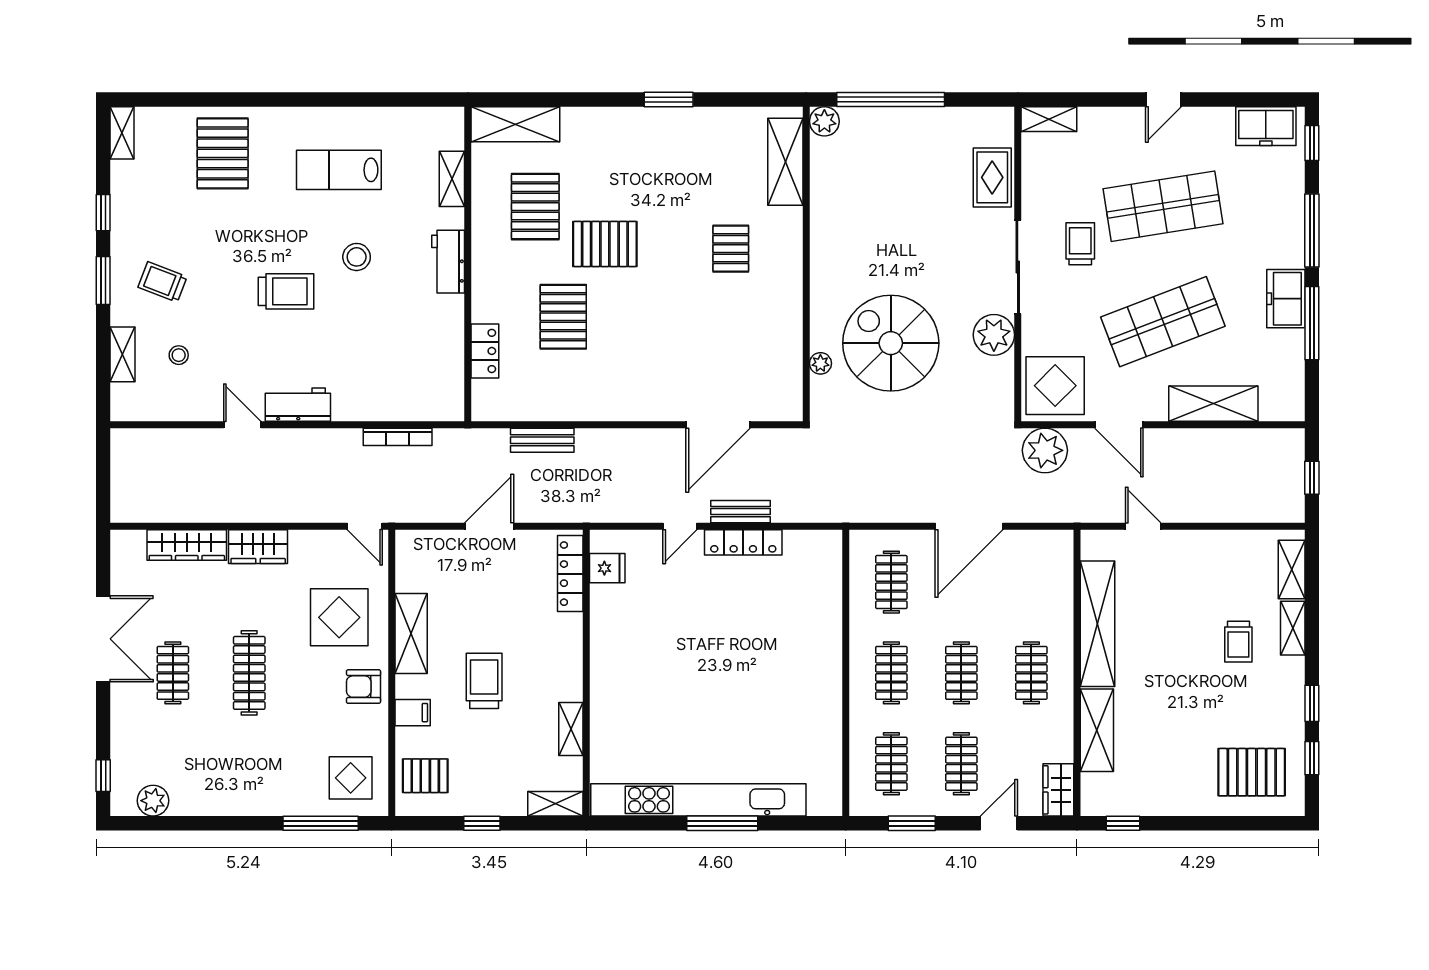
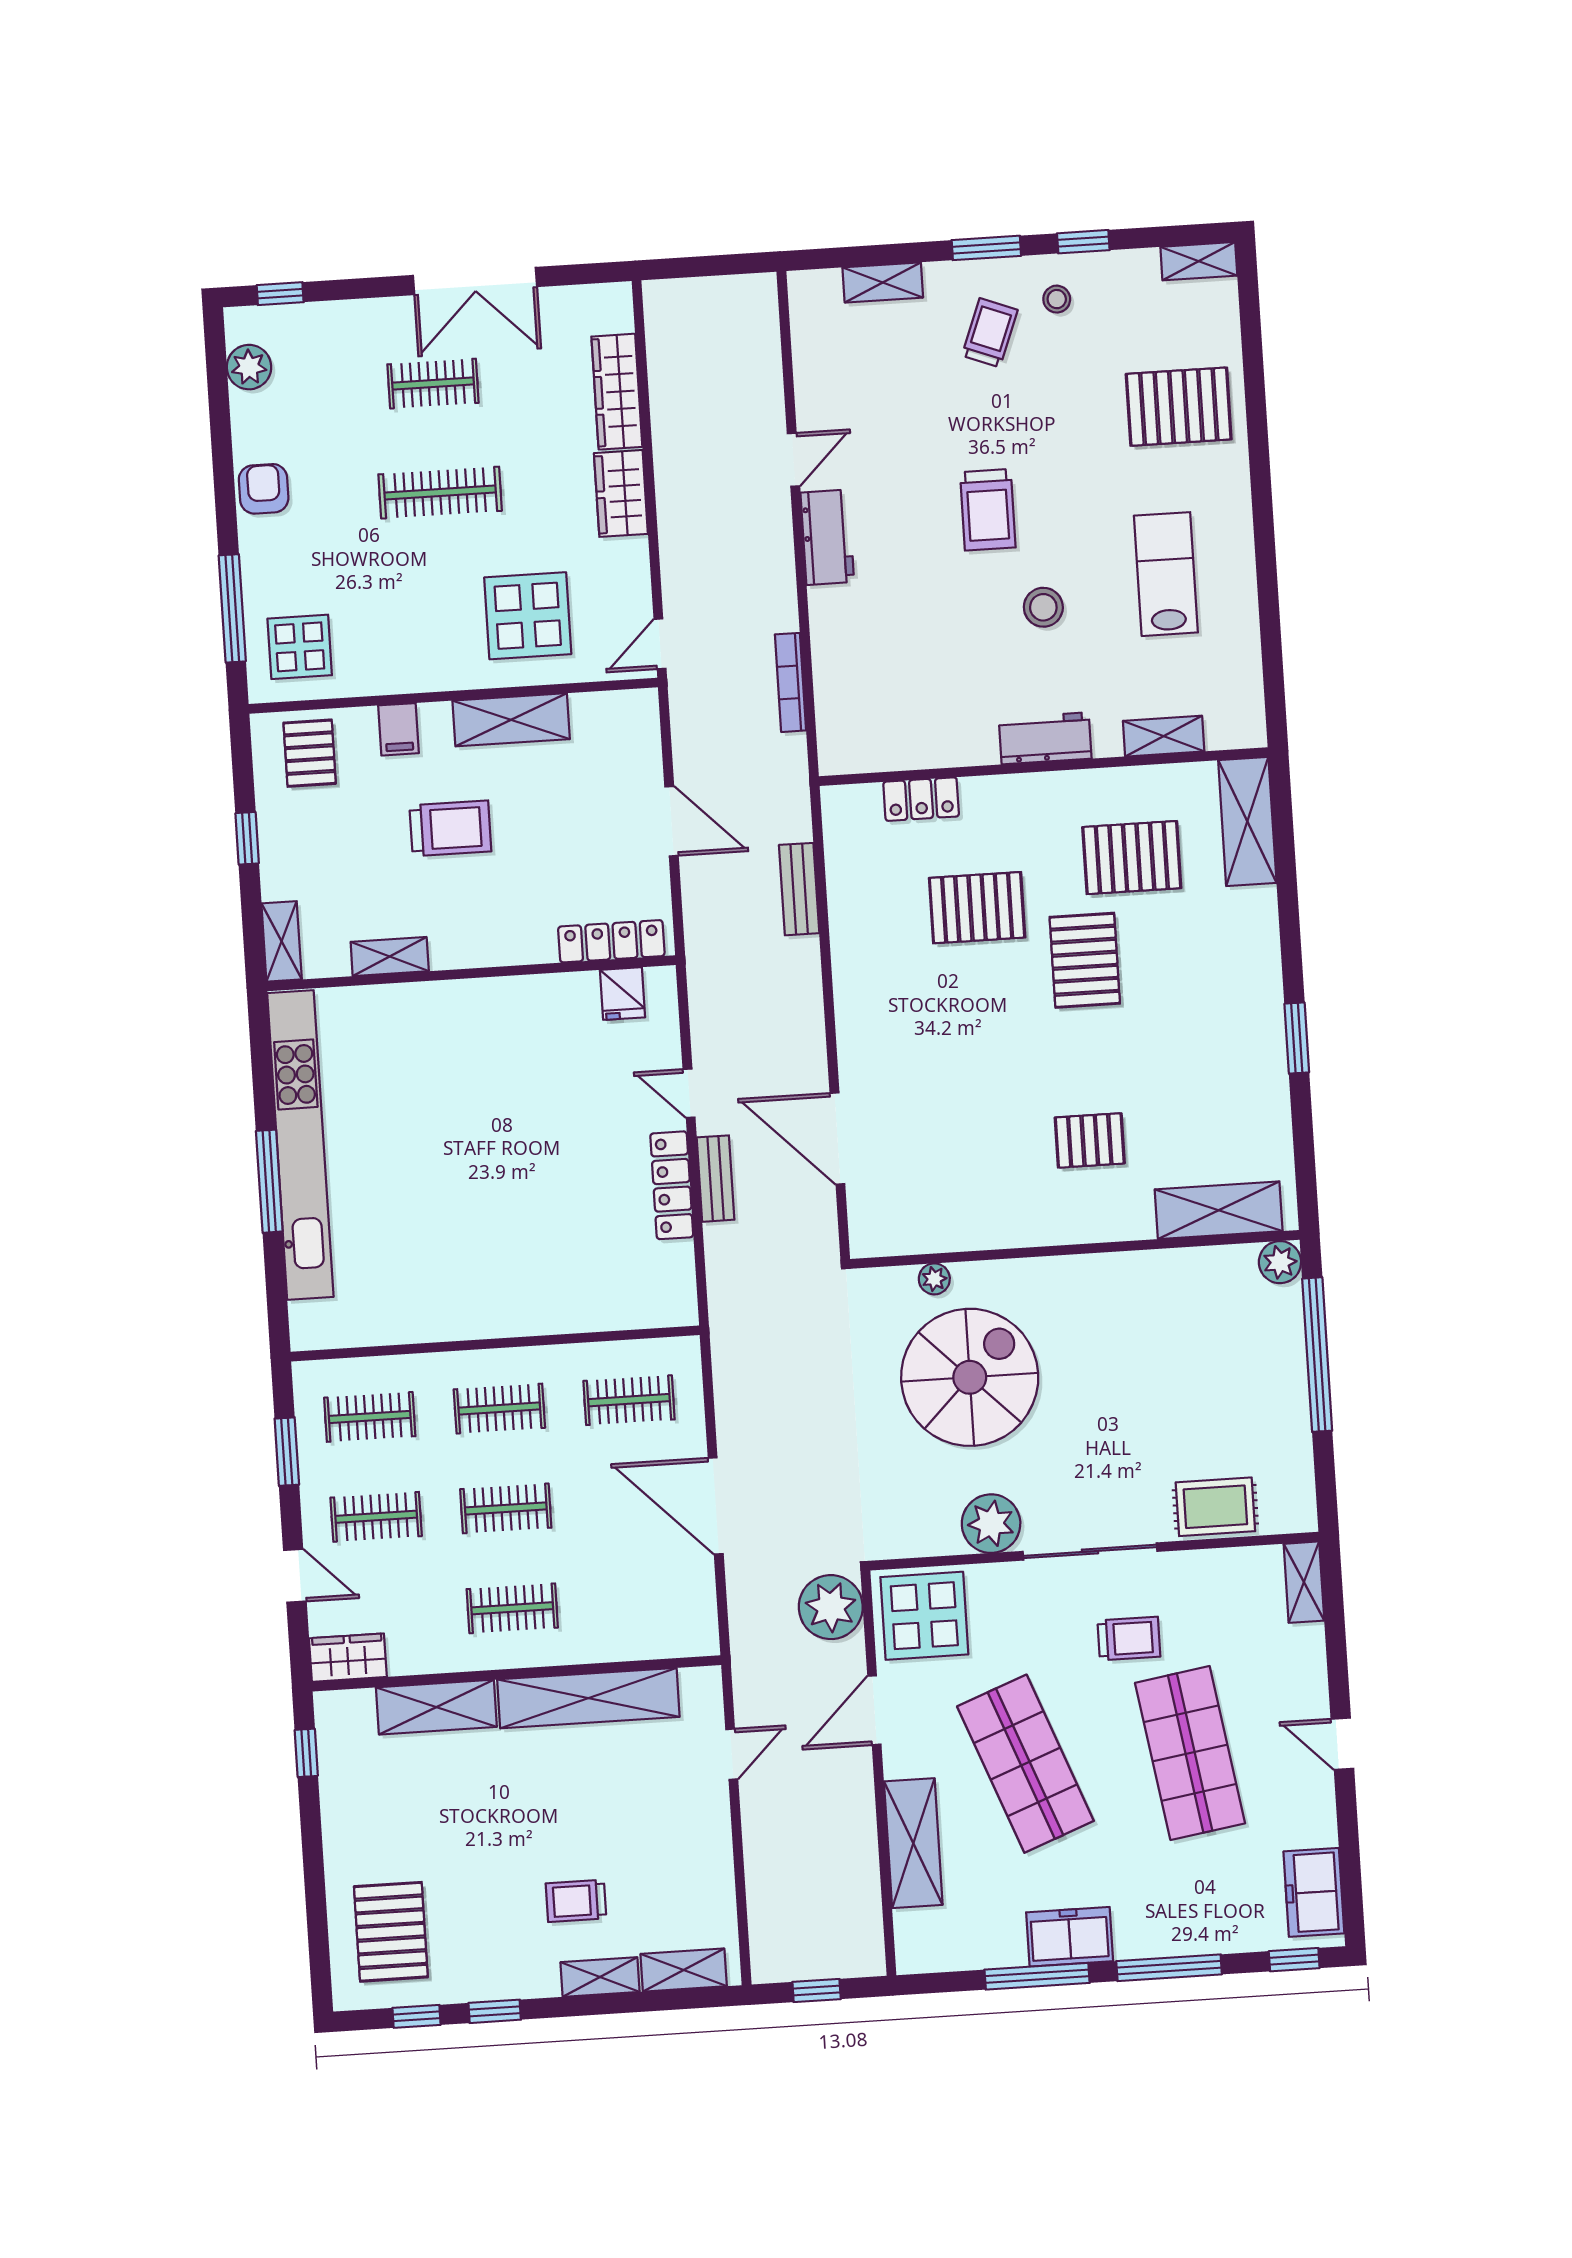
stool: (179, 355) -> (1057, 299), moved
armchair: (363, 687) -> (264, 489), moved

